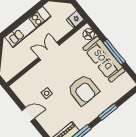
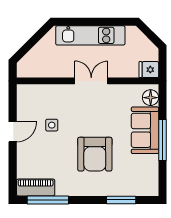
sofa: (104, 59) -> (145, 130), width x0.73
window: (108, 112) -> (121, 200), moved
door: (28, 114) -> (13, 132), hinge flipped

